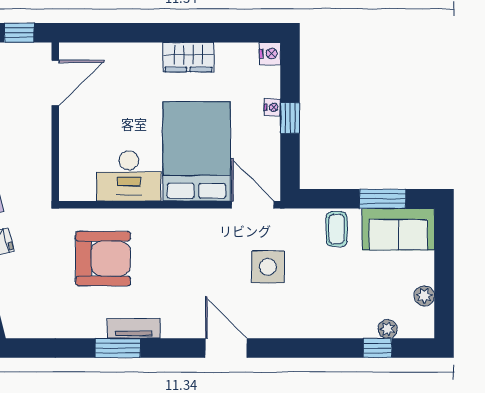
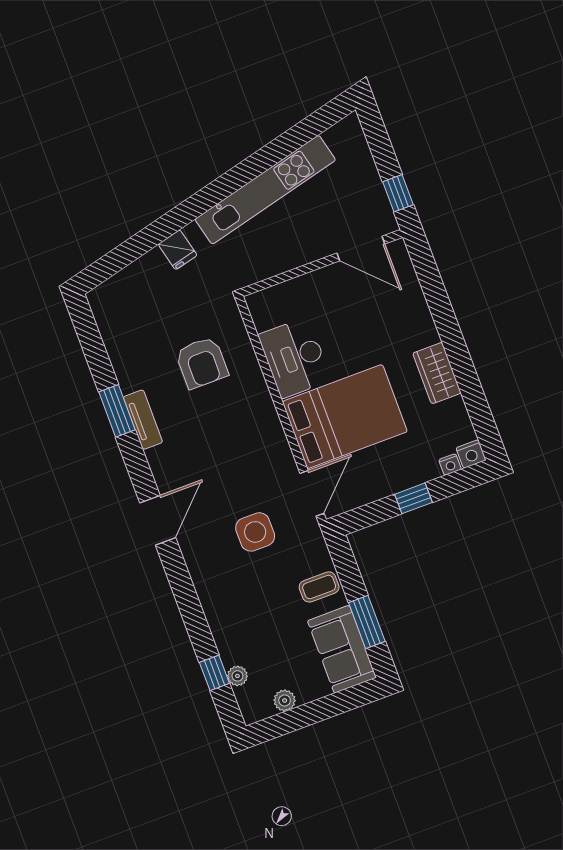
nightstand: (272, 107) -> (450, 464), moved
armchair: (103, 259) -> (202, 363), width x0.73, depth x0.73

